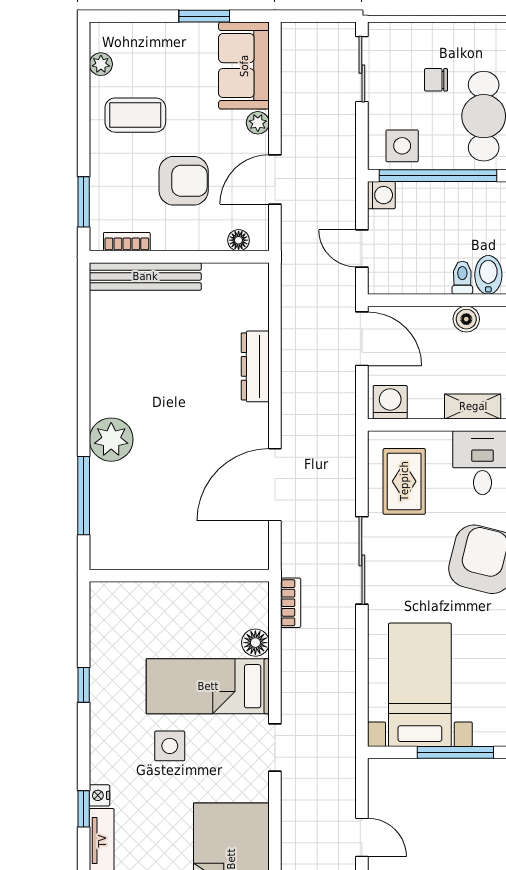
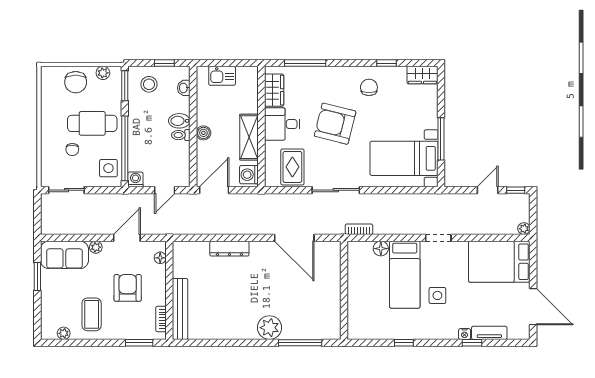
door: (275, 179) -> (127, 238), swing flipped
shelving: (473, 406) -> (249, 137), width x1.50, depth x1.33
rug: (404, 481) -> (292, 167), turned 90

